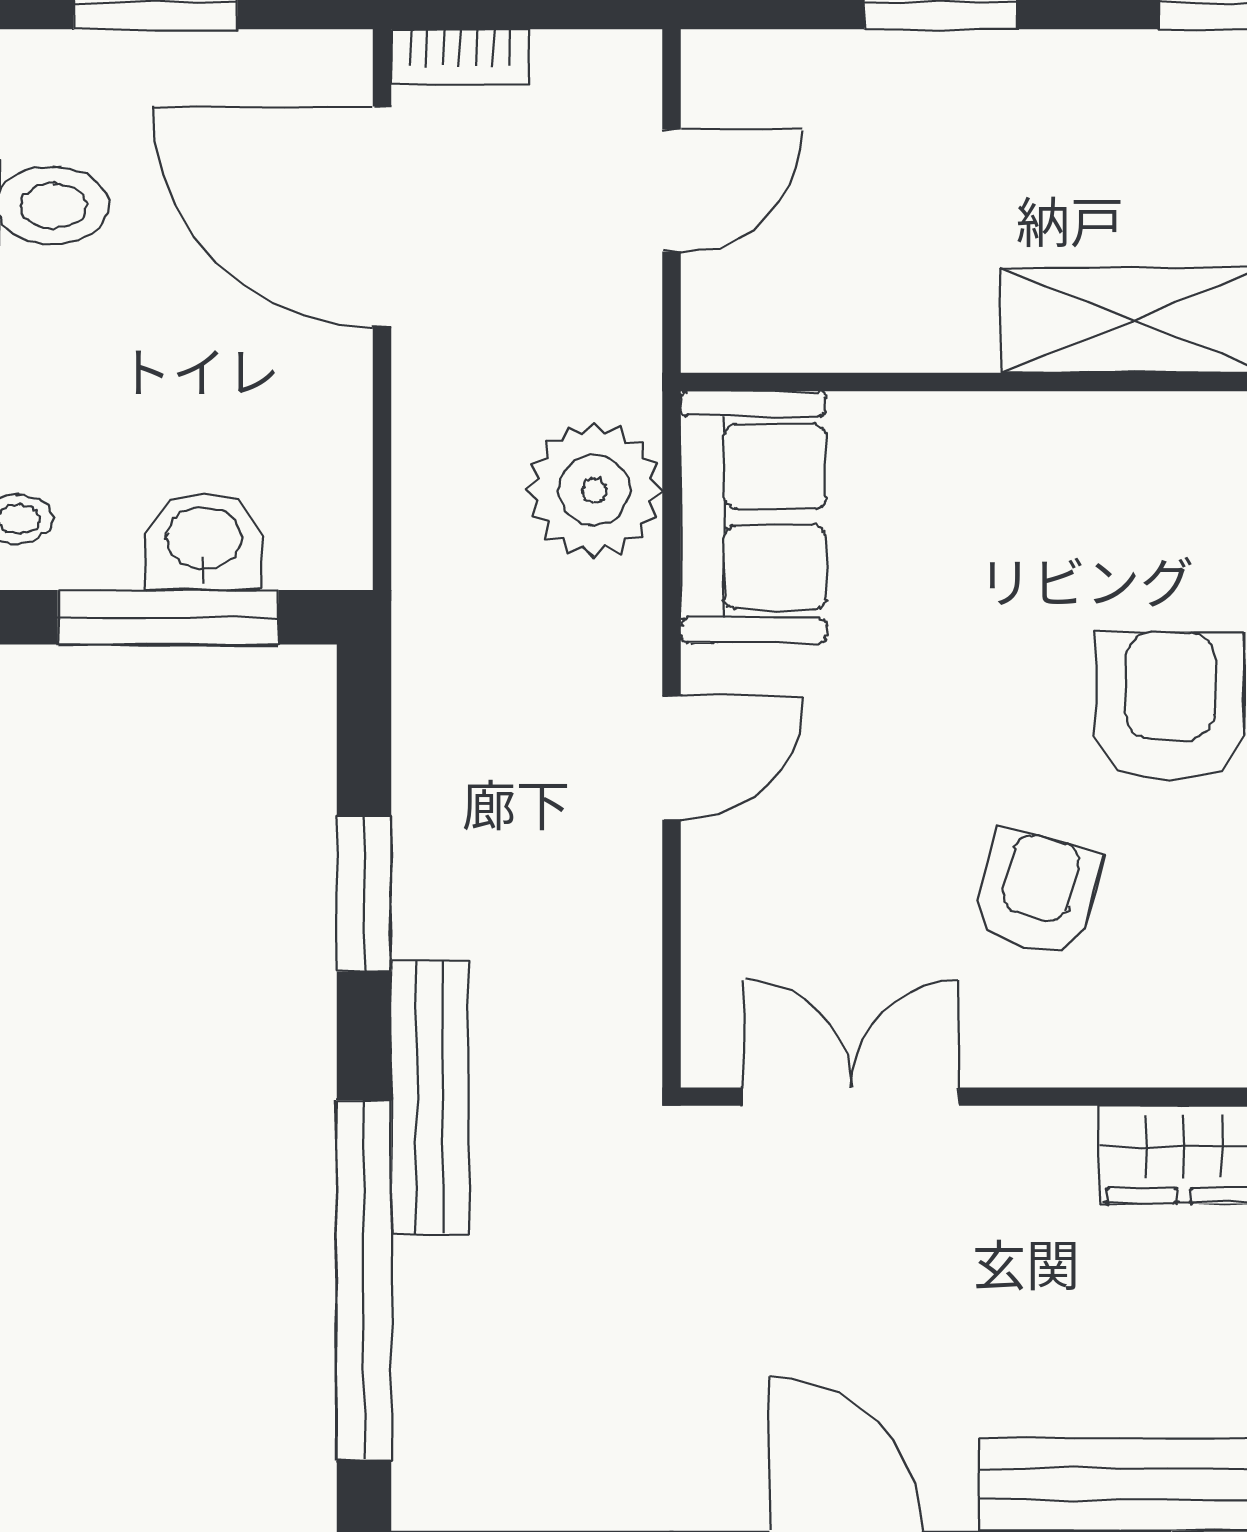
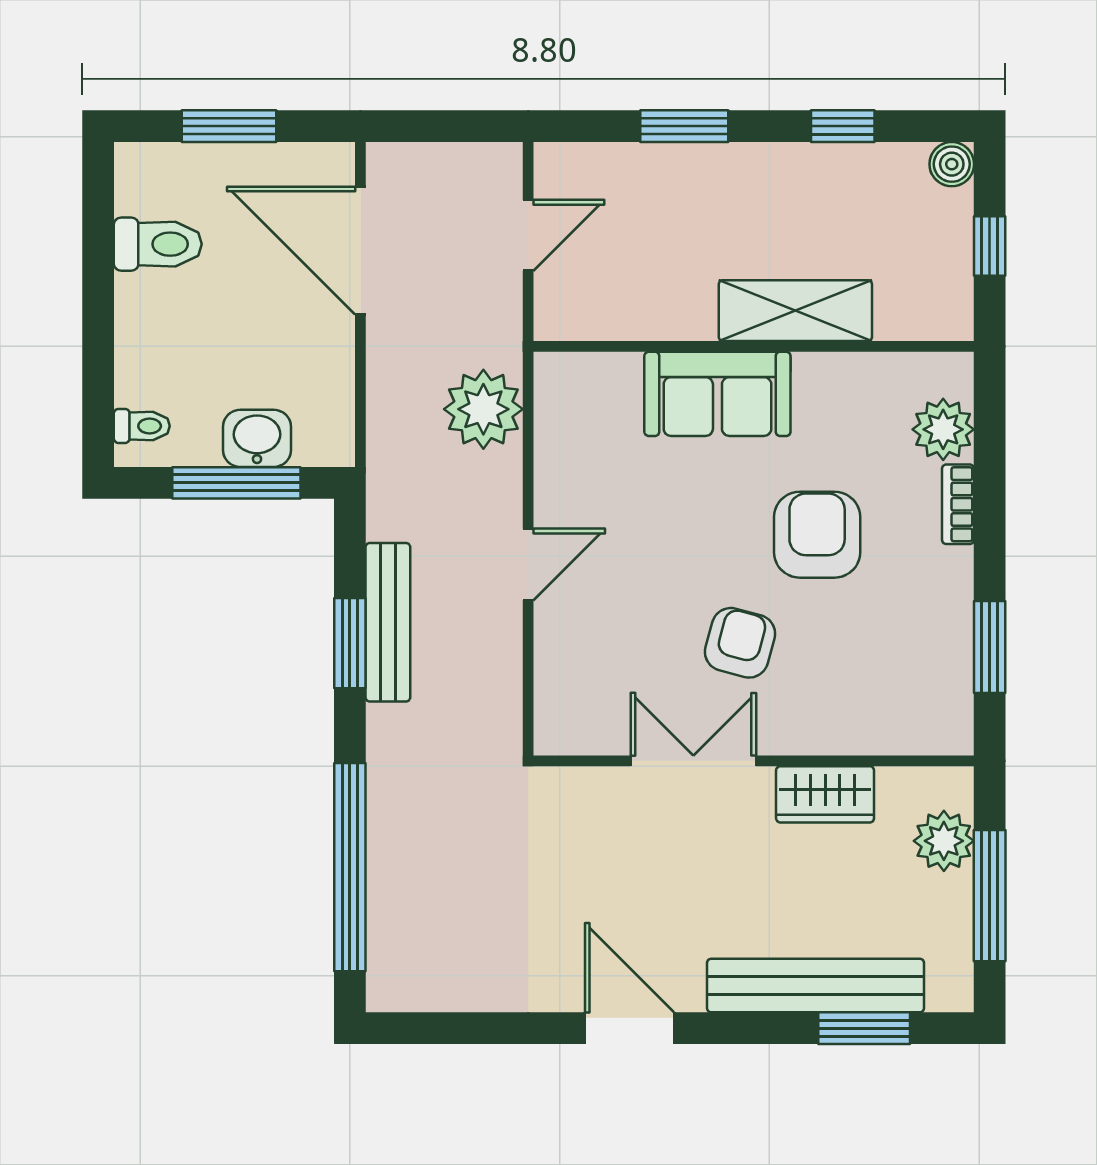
bookcase: (460, 57) -> (406, 158), removed
sofa: (753, 517) -> (717, 394), moved, turned 90
bench: (429, 1097) -> (388, 622), moved
double door: (851, 1097) -> (693, 761), moved

